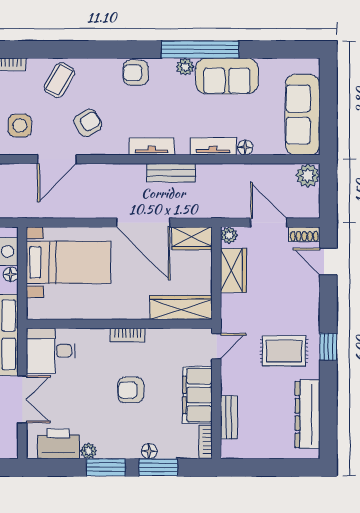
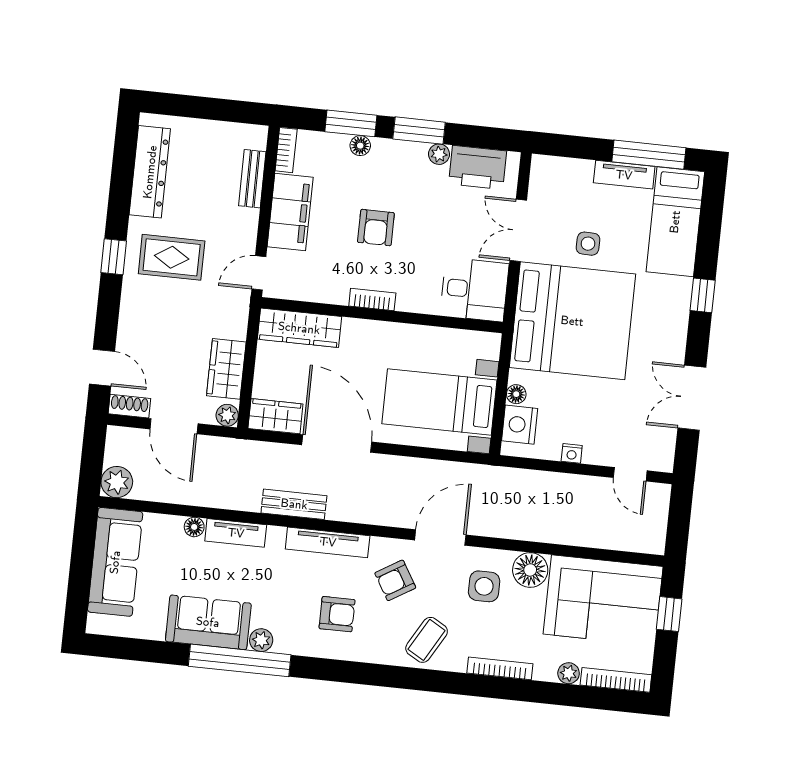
armchair: (136, 73) -> (337, 614), moved
tv unit: (152, 146) -> (328, 542), width x1.41
armchair: (131, 390) -> (376, 228), turned 90

